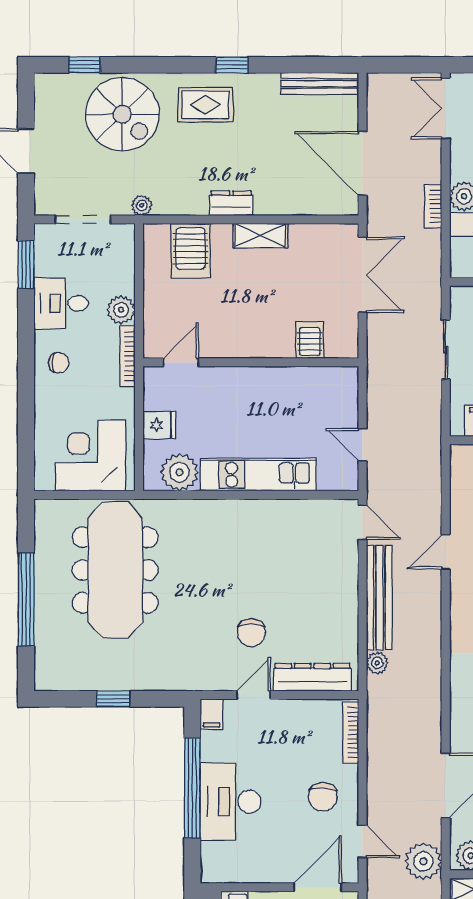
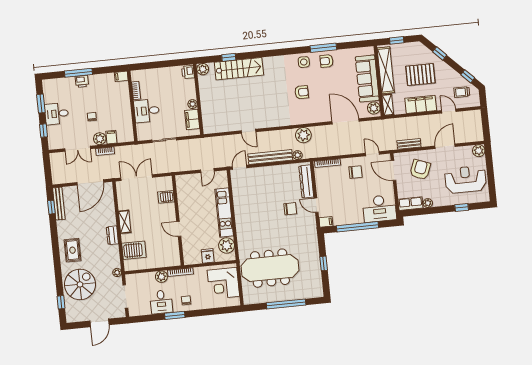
window: (232, 65) -> (51, 207), moved
double door: (446, 108) -> (78, 149), moved
window: (26, 264) -> (175, 315), moved
door: (181, 362) -> (179, 229), moved
desk: (231, 802) -> (379, 208), moved
door: (362, 841) -> (372, 154), hinge flipped
plant: (423, 861) -> (303, 135), moved

